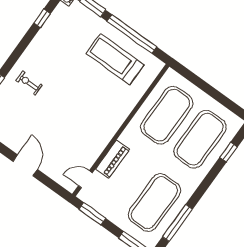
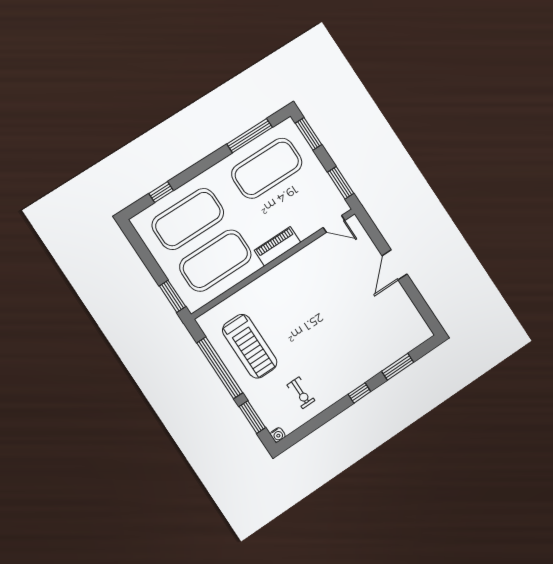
window: (42, 18) -> (359, 393), moved
window: (189, 75) -> (172, 296), added
exercise bike: (29, 83) -> (301, 393), moved
piano: (112, 159) -> (278, 246), moved

